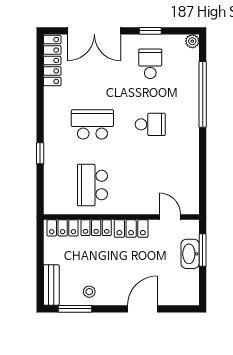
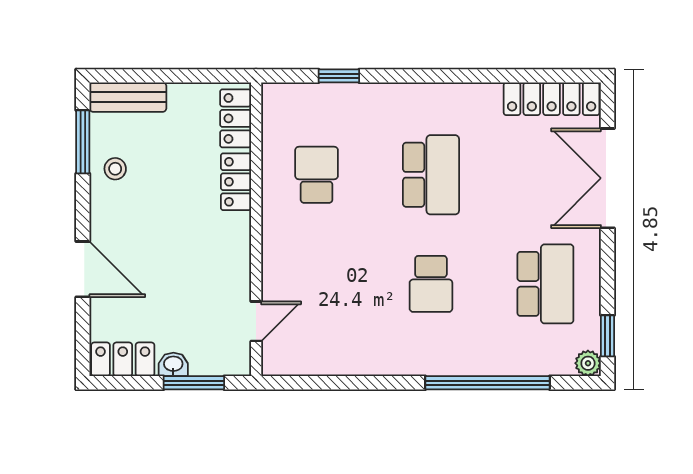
window: (150, 31) -> (608, 336), moved
school desk: (150, 64) -> (545, 284), width x1.85
window: (40, 153) -> (339, 76), moved
school desk: (92, 185) -> (317, 175), width x0.54
locker: (131, 229) -> (123, 359), moved, turned 90
washbasin: (190, 254) -> (173, 364), width x0.52, depth x0.69

